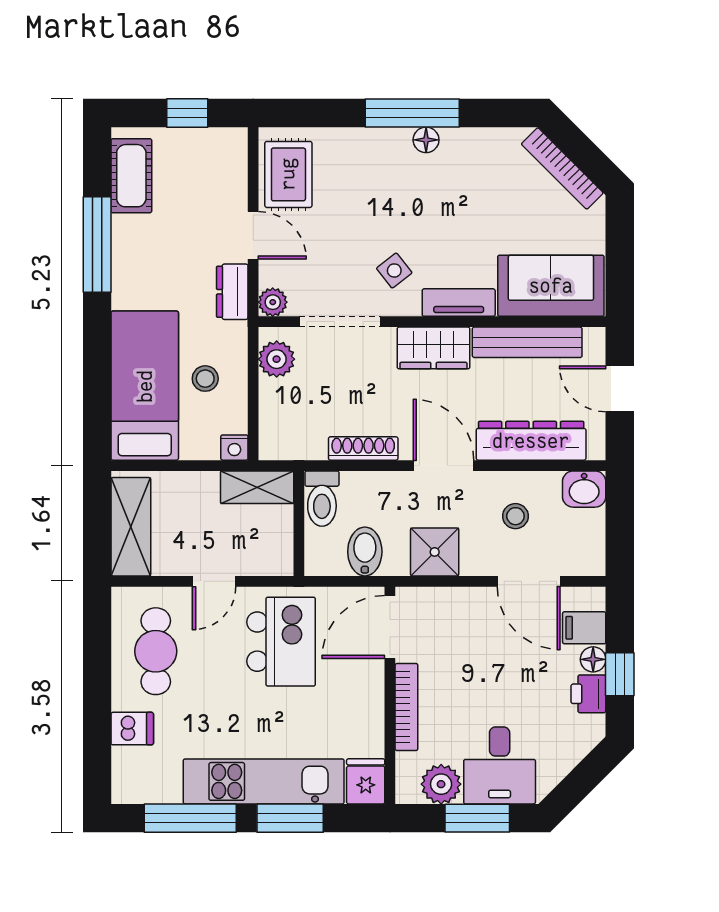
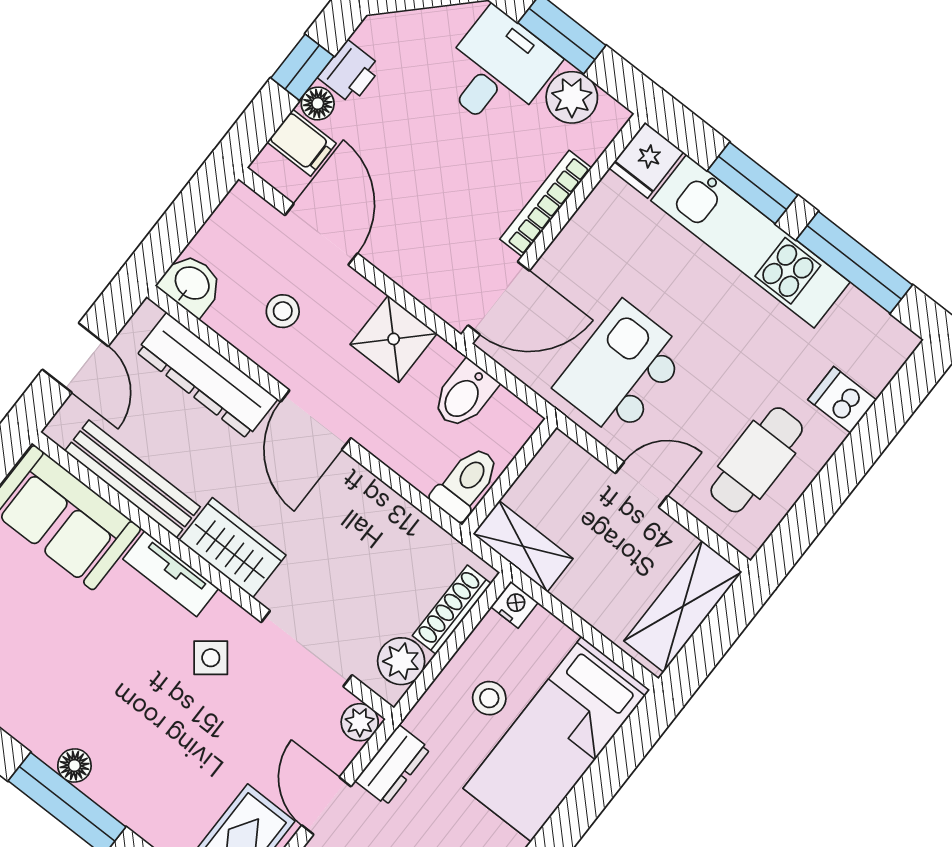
shoe rack: (363, 448) -> (452, 610), moved, turned 90

